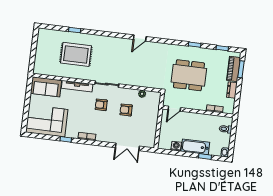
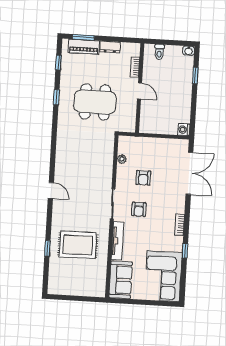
door: (140, 38) -> (51, 190), moved
rug: (76, 54) -> (78, 245), turned 90
dining table: (189, 75) -> (95, 102), turned 90
door: (174, 109) -> (139, 91), moved
washing machine: (176, 146) -> (184, 130), moved
double door: (127, 147) -> (189, 173), width x1.37
bathtub: (195, 147) -> (184, 88), removed

